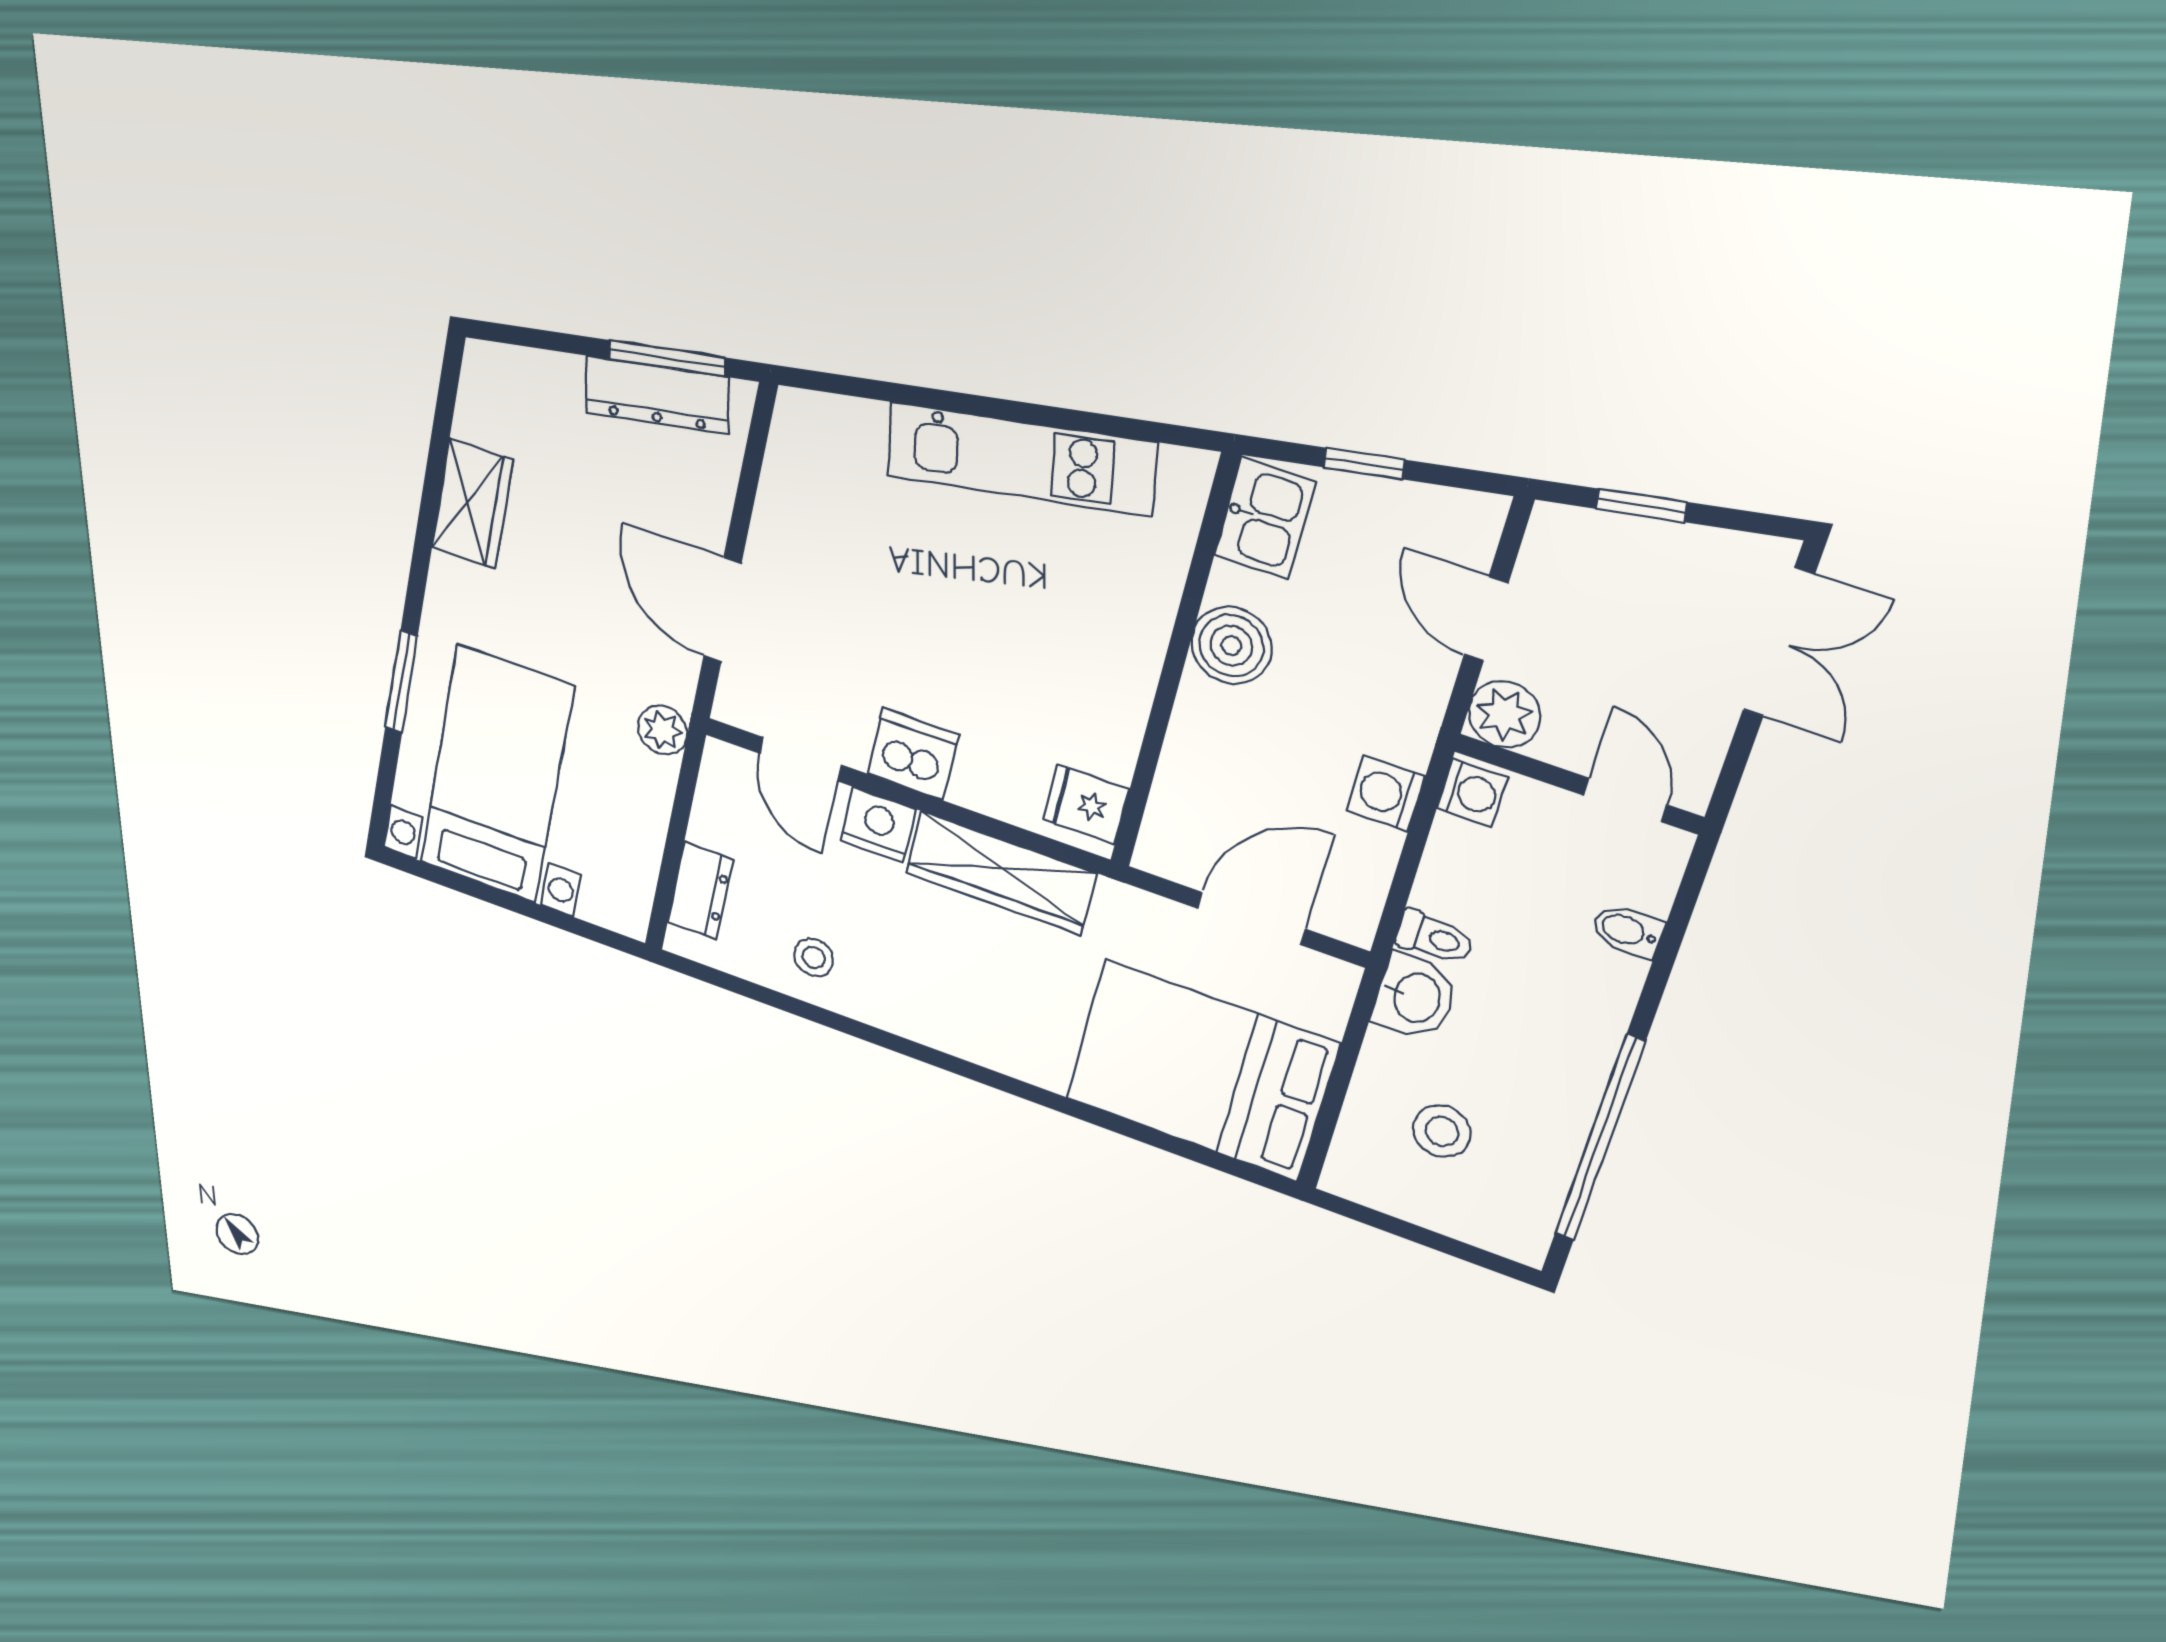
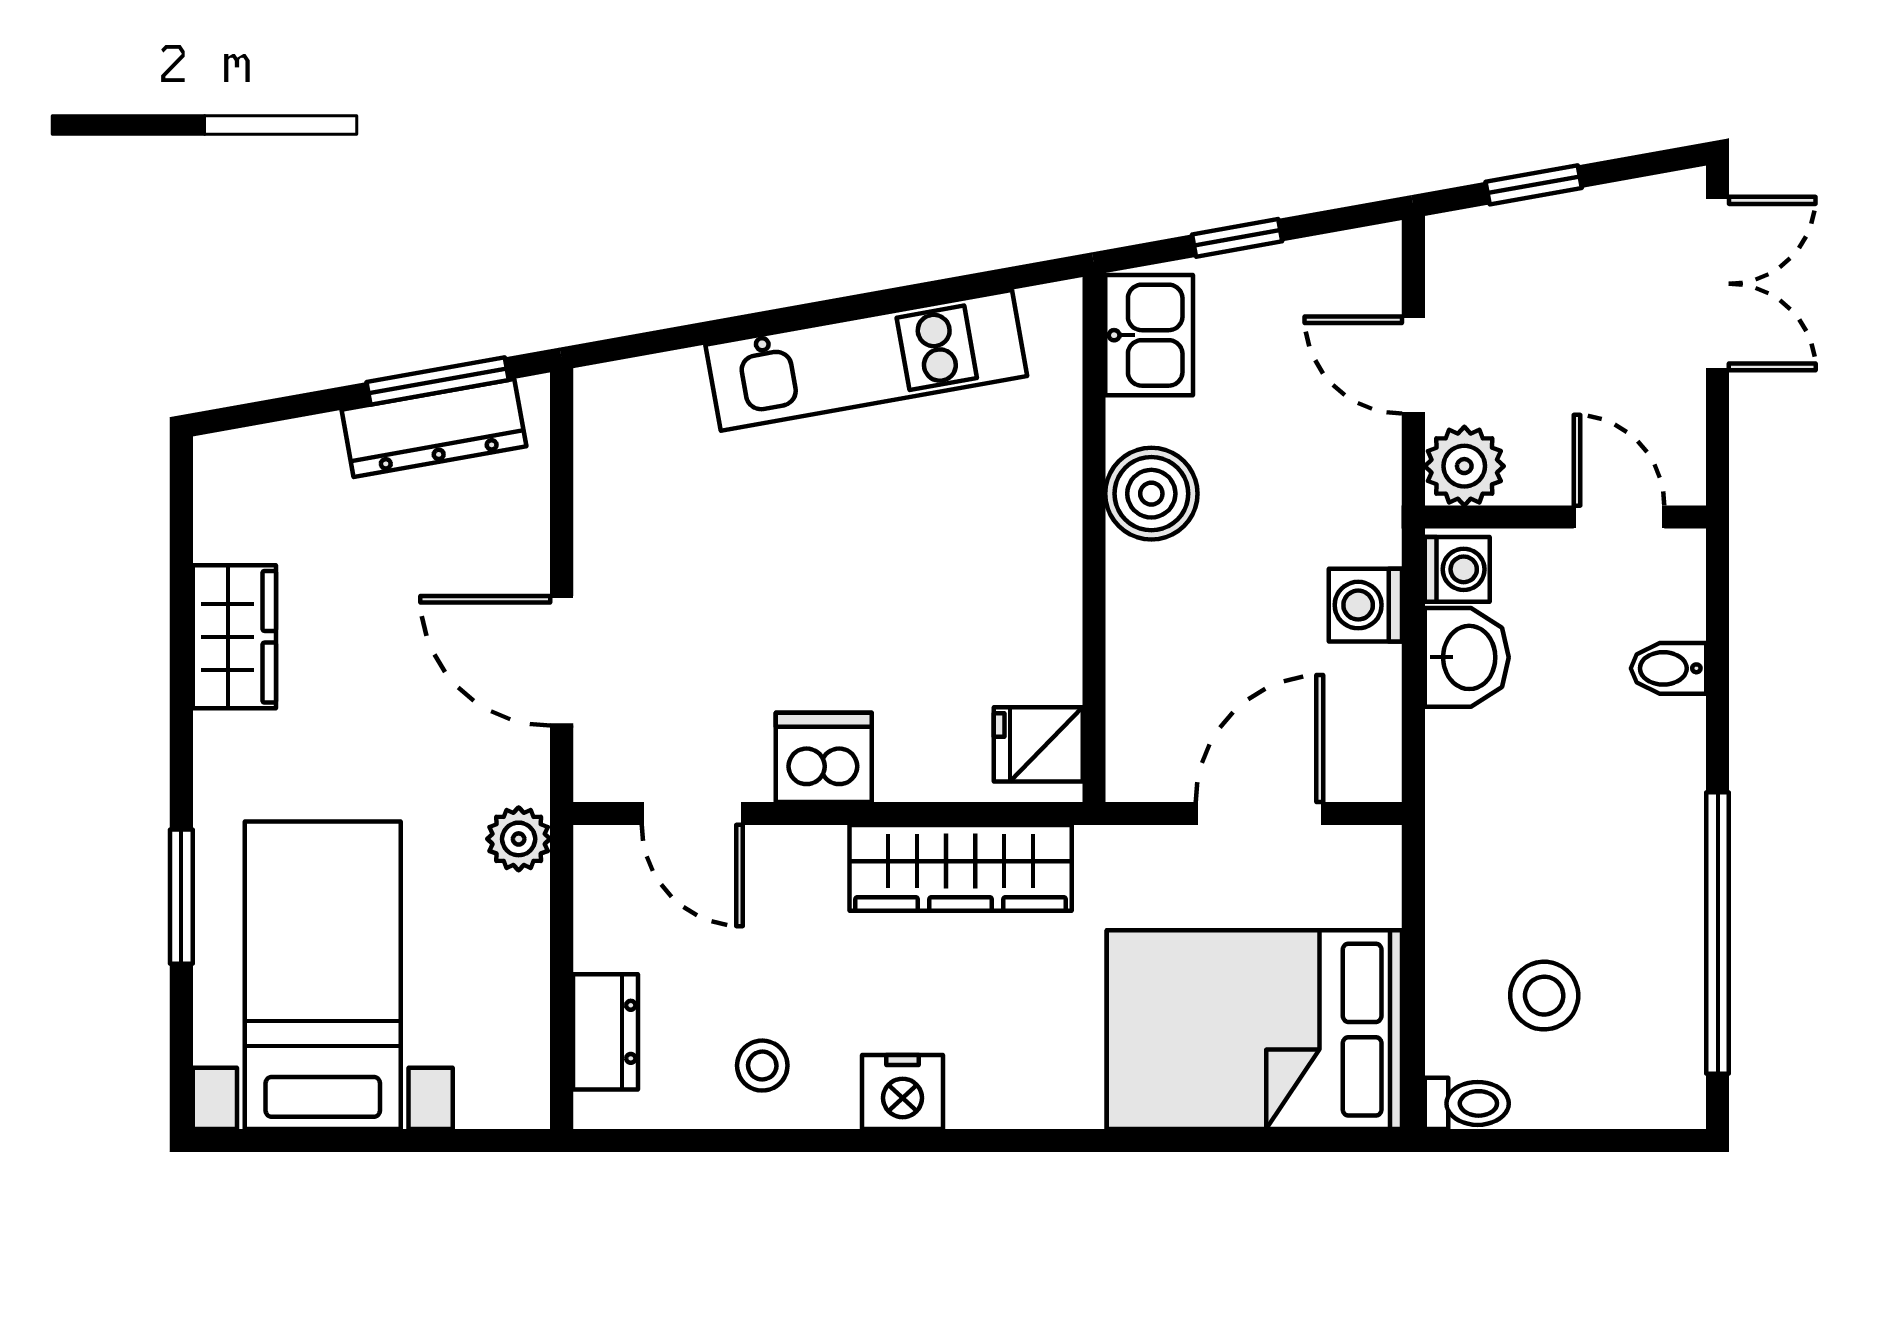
nightstand: (878, 825) -> (903, 1092), moved, turned 180
toilet: (1434, 938) -> (1467, 1103), moved
washbasin: (1415, 997) -> (1467, 657), moved

